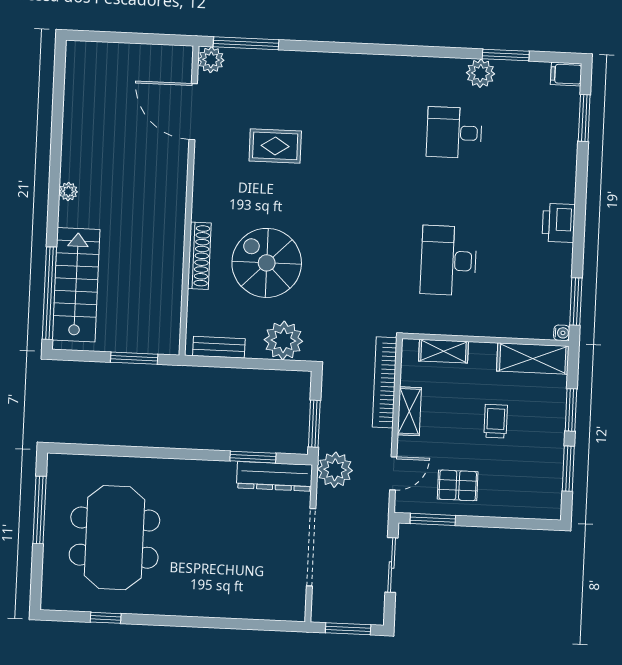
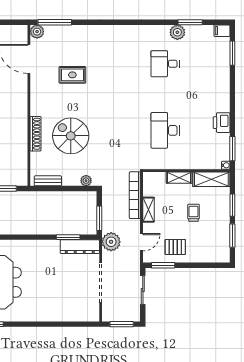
printer: (559, 223) -> (222, 123), moved
plant: (283, 340) -> (86, 181), width x0.53, depth x0.53
shelving: (443, 351) -> (179, 178), moved

